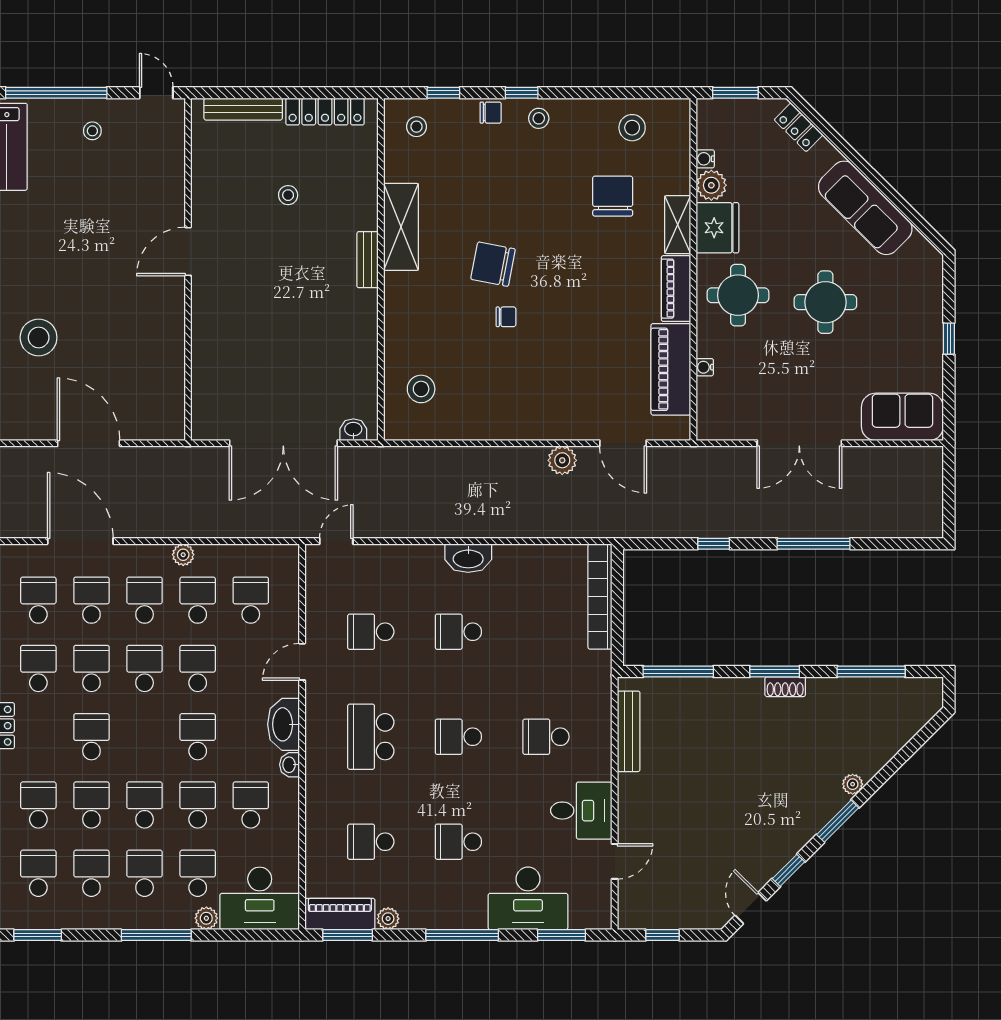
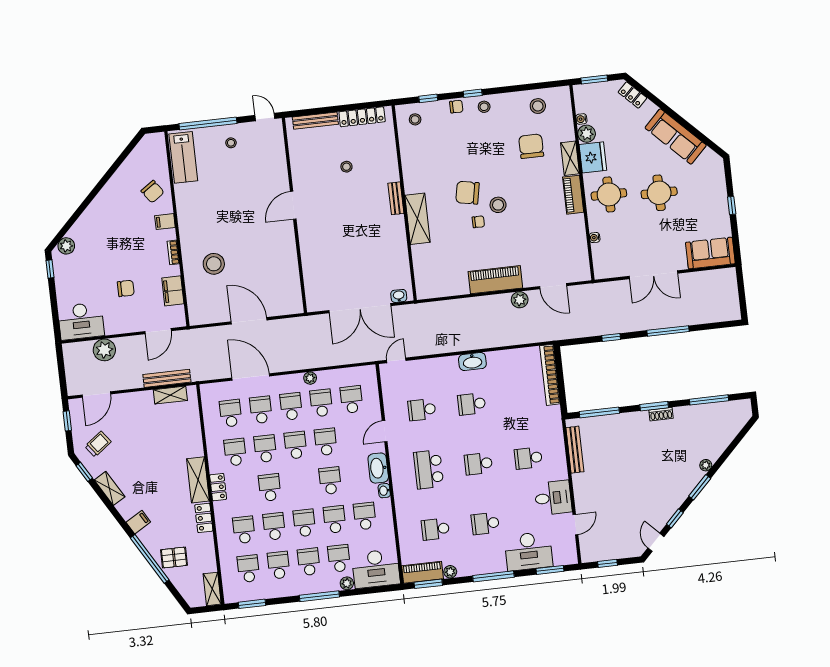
shelving: (401, 227) -> (418, 219), moved
piano: (671, 369) -> (495, 280), moved, turned 90
stool: (421, 389) -> (498, 205), moved

